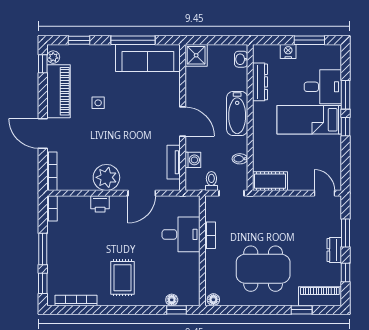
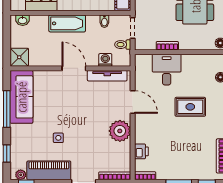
door: (183, 122) -> (74, 68), hinge flipped
tv unit: (174, 162) -> (107, 76), width x1.41
printer: (100, 204) -> (141, 151), moved
rug: (123, 278) -> (190, 107), moved

